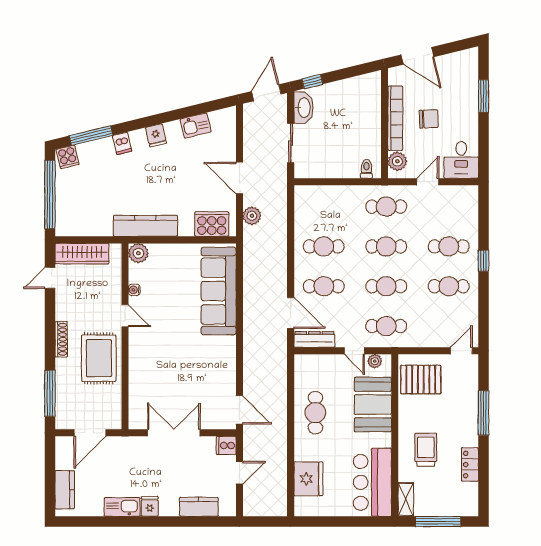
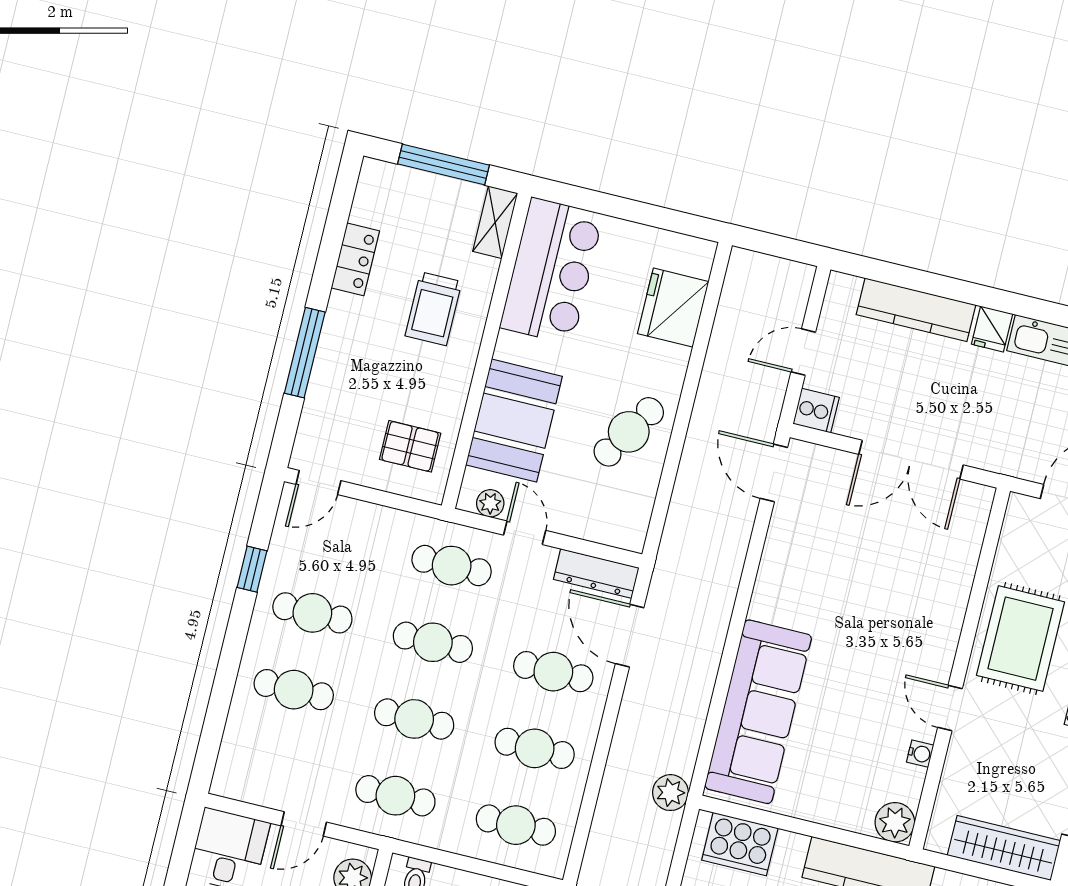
cafe table: (324, 207) -> (516, 825), added
plant: (252, 216) -> (670, 793), moved
window: (484, 261) -> (252, 569), moved
pallet: (421, 380) -> (410, 446), width x0.67, depth x0.71
cafe table: (315, 413) -> (629, 432), turned 32
kitchen counter: (199, 507) -> (916, 310), width x1.50

